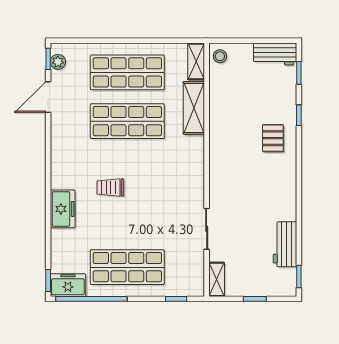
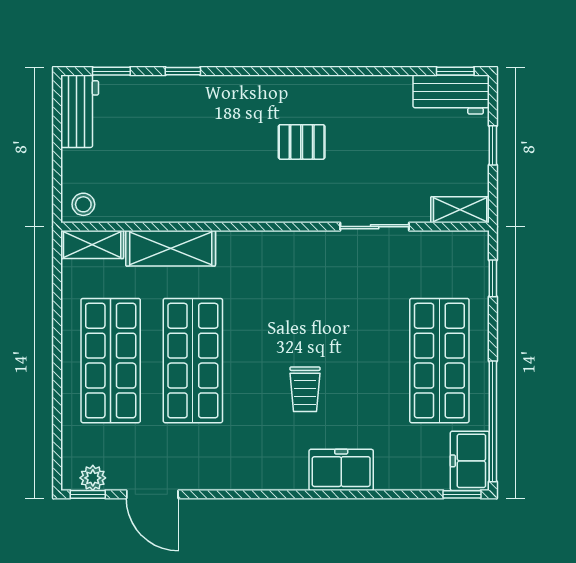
pallet: (273, 138) -> (302, 142), moved
workbench: (285, 244) -> (451, 94), moved

